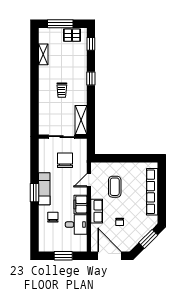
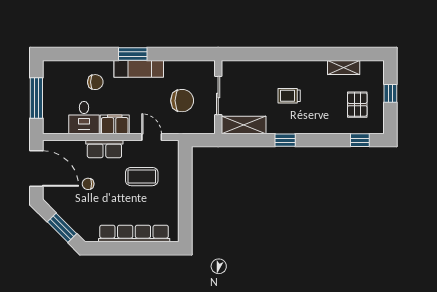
window: (60, 24) -> (390, 93), width x0.46
pallet: (72, 35) -> (357, 105), moved
window: (91, 78) -> (285, 140), moved
window: (63, 256) -> (36, 98), width x1.44
door: (110, 256) -> (36, 169), hinge flipped

